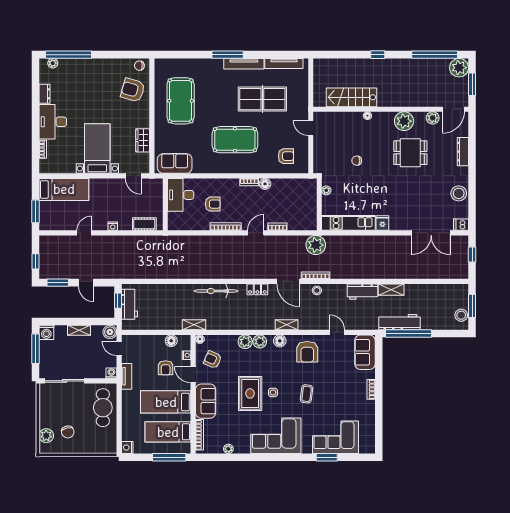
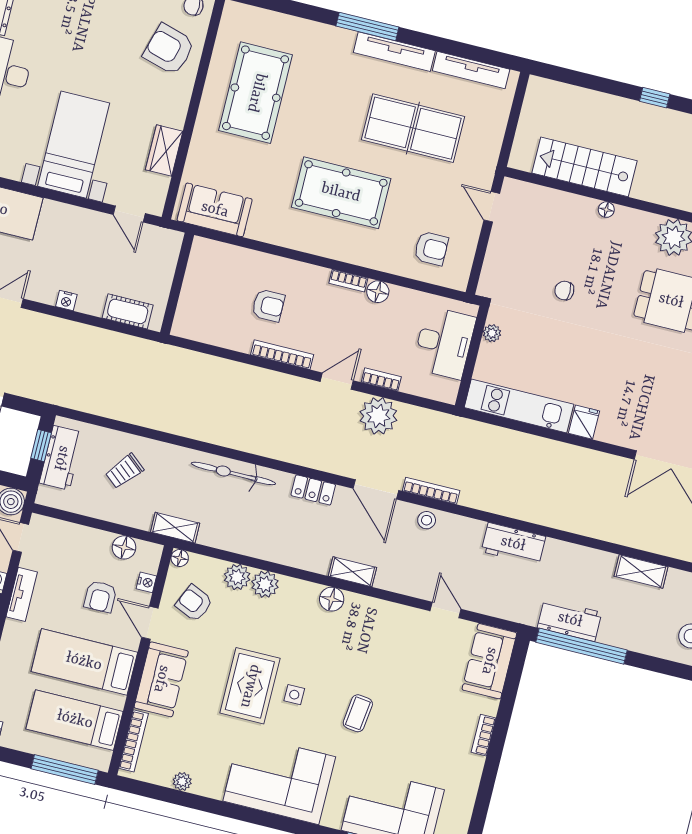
desk: (181, 195) -> (444, 343), moved, turned 180
plant: (316, 245) -> (378, 416), moved
shelving: (391, 290) -> (641, 571), moved
trolley: (162, 303) -> (125, 471), added
workbench: (399, 322) -> (570, 620), width x0.73
plant: (260, 342) -> (237, 577), moved
armchair: (307, 352) -> (379, 633), removed

